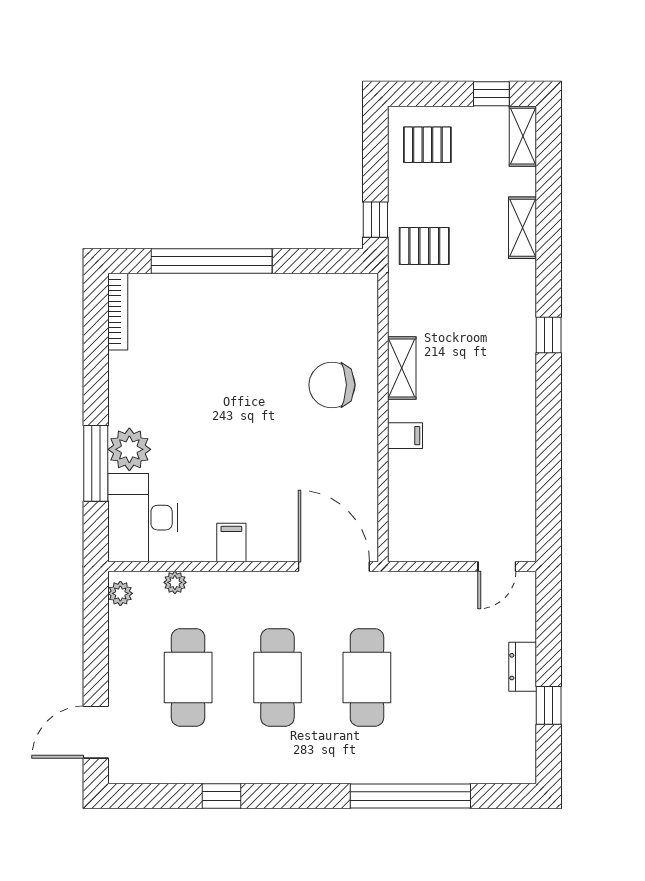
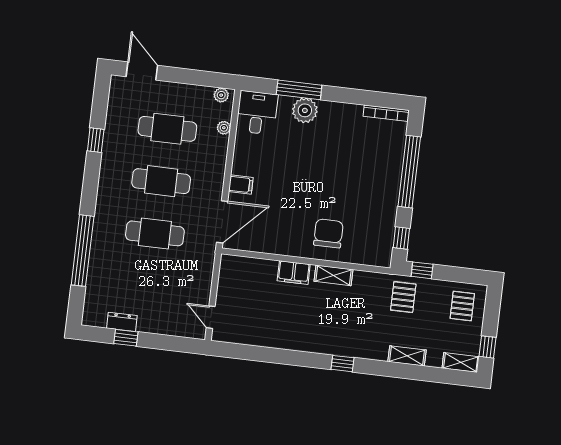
window: (325, 261) -> (401, 238), added
filing cabinet: (405, 436) -> (294, 273), width x2.00
desk: (143, 518) -> (257, 113), width x0.73
filing cabinet: (231, 543) -> (241, 185), moved
dresser: (523, 667) -> (122, 322), moved

